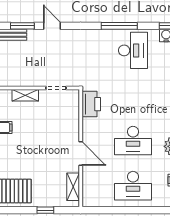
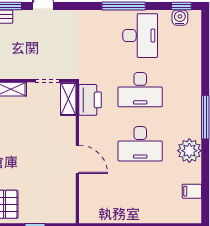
desk: (133, 186) -> (140, 90), moved
shelving: (73, 187) -> (68, 99), moved

